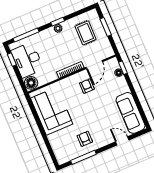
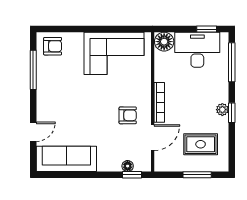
door: (94, 65) -> (153, 138), swing flipped
armchair: (85, 139) -> (53, 46), moved

